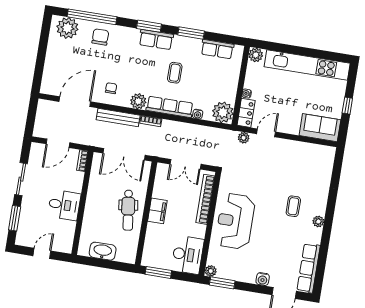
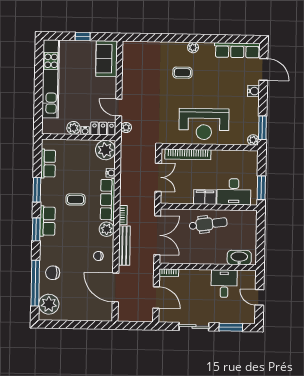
plant: (256, 55) -> (73, 128), moved
desk: (64, 205) -> (224, 284), moved
washbasin: (103, 251) -> (239, 258), moved, turned 90
desk: (188, 255) -> (234, 192), moved, turned 180

